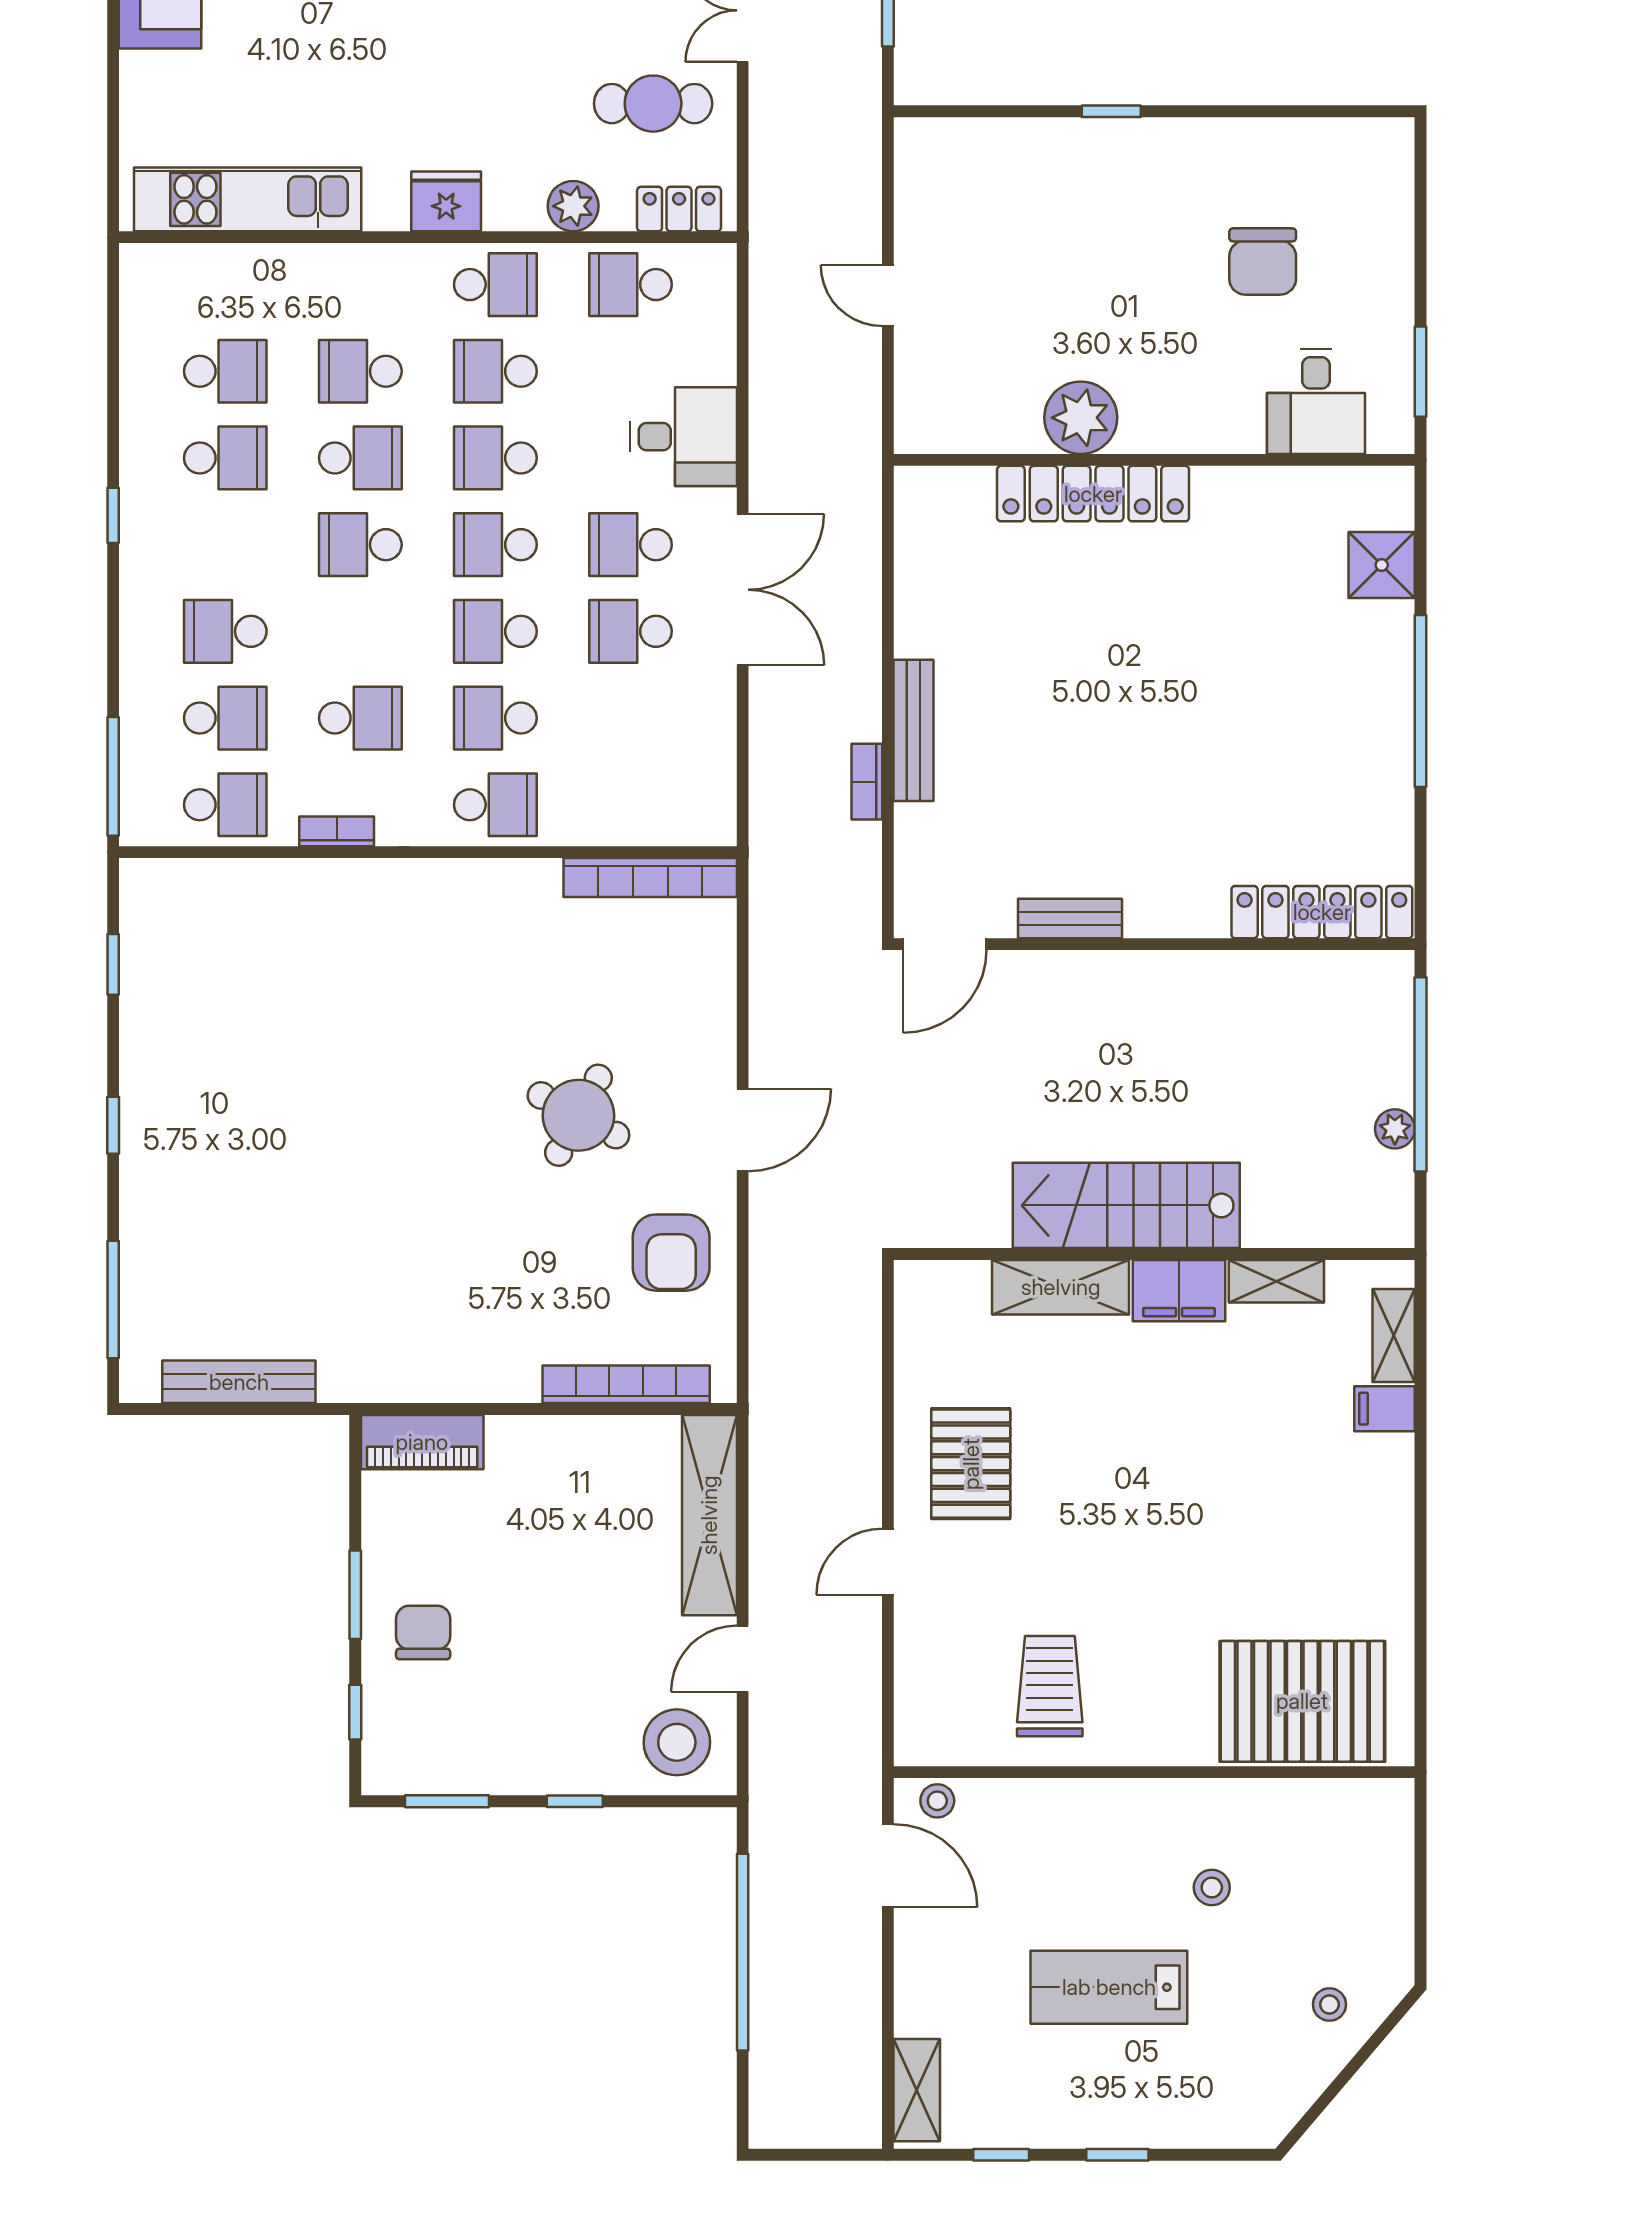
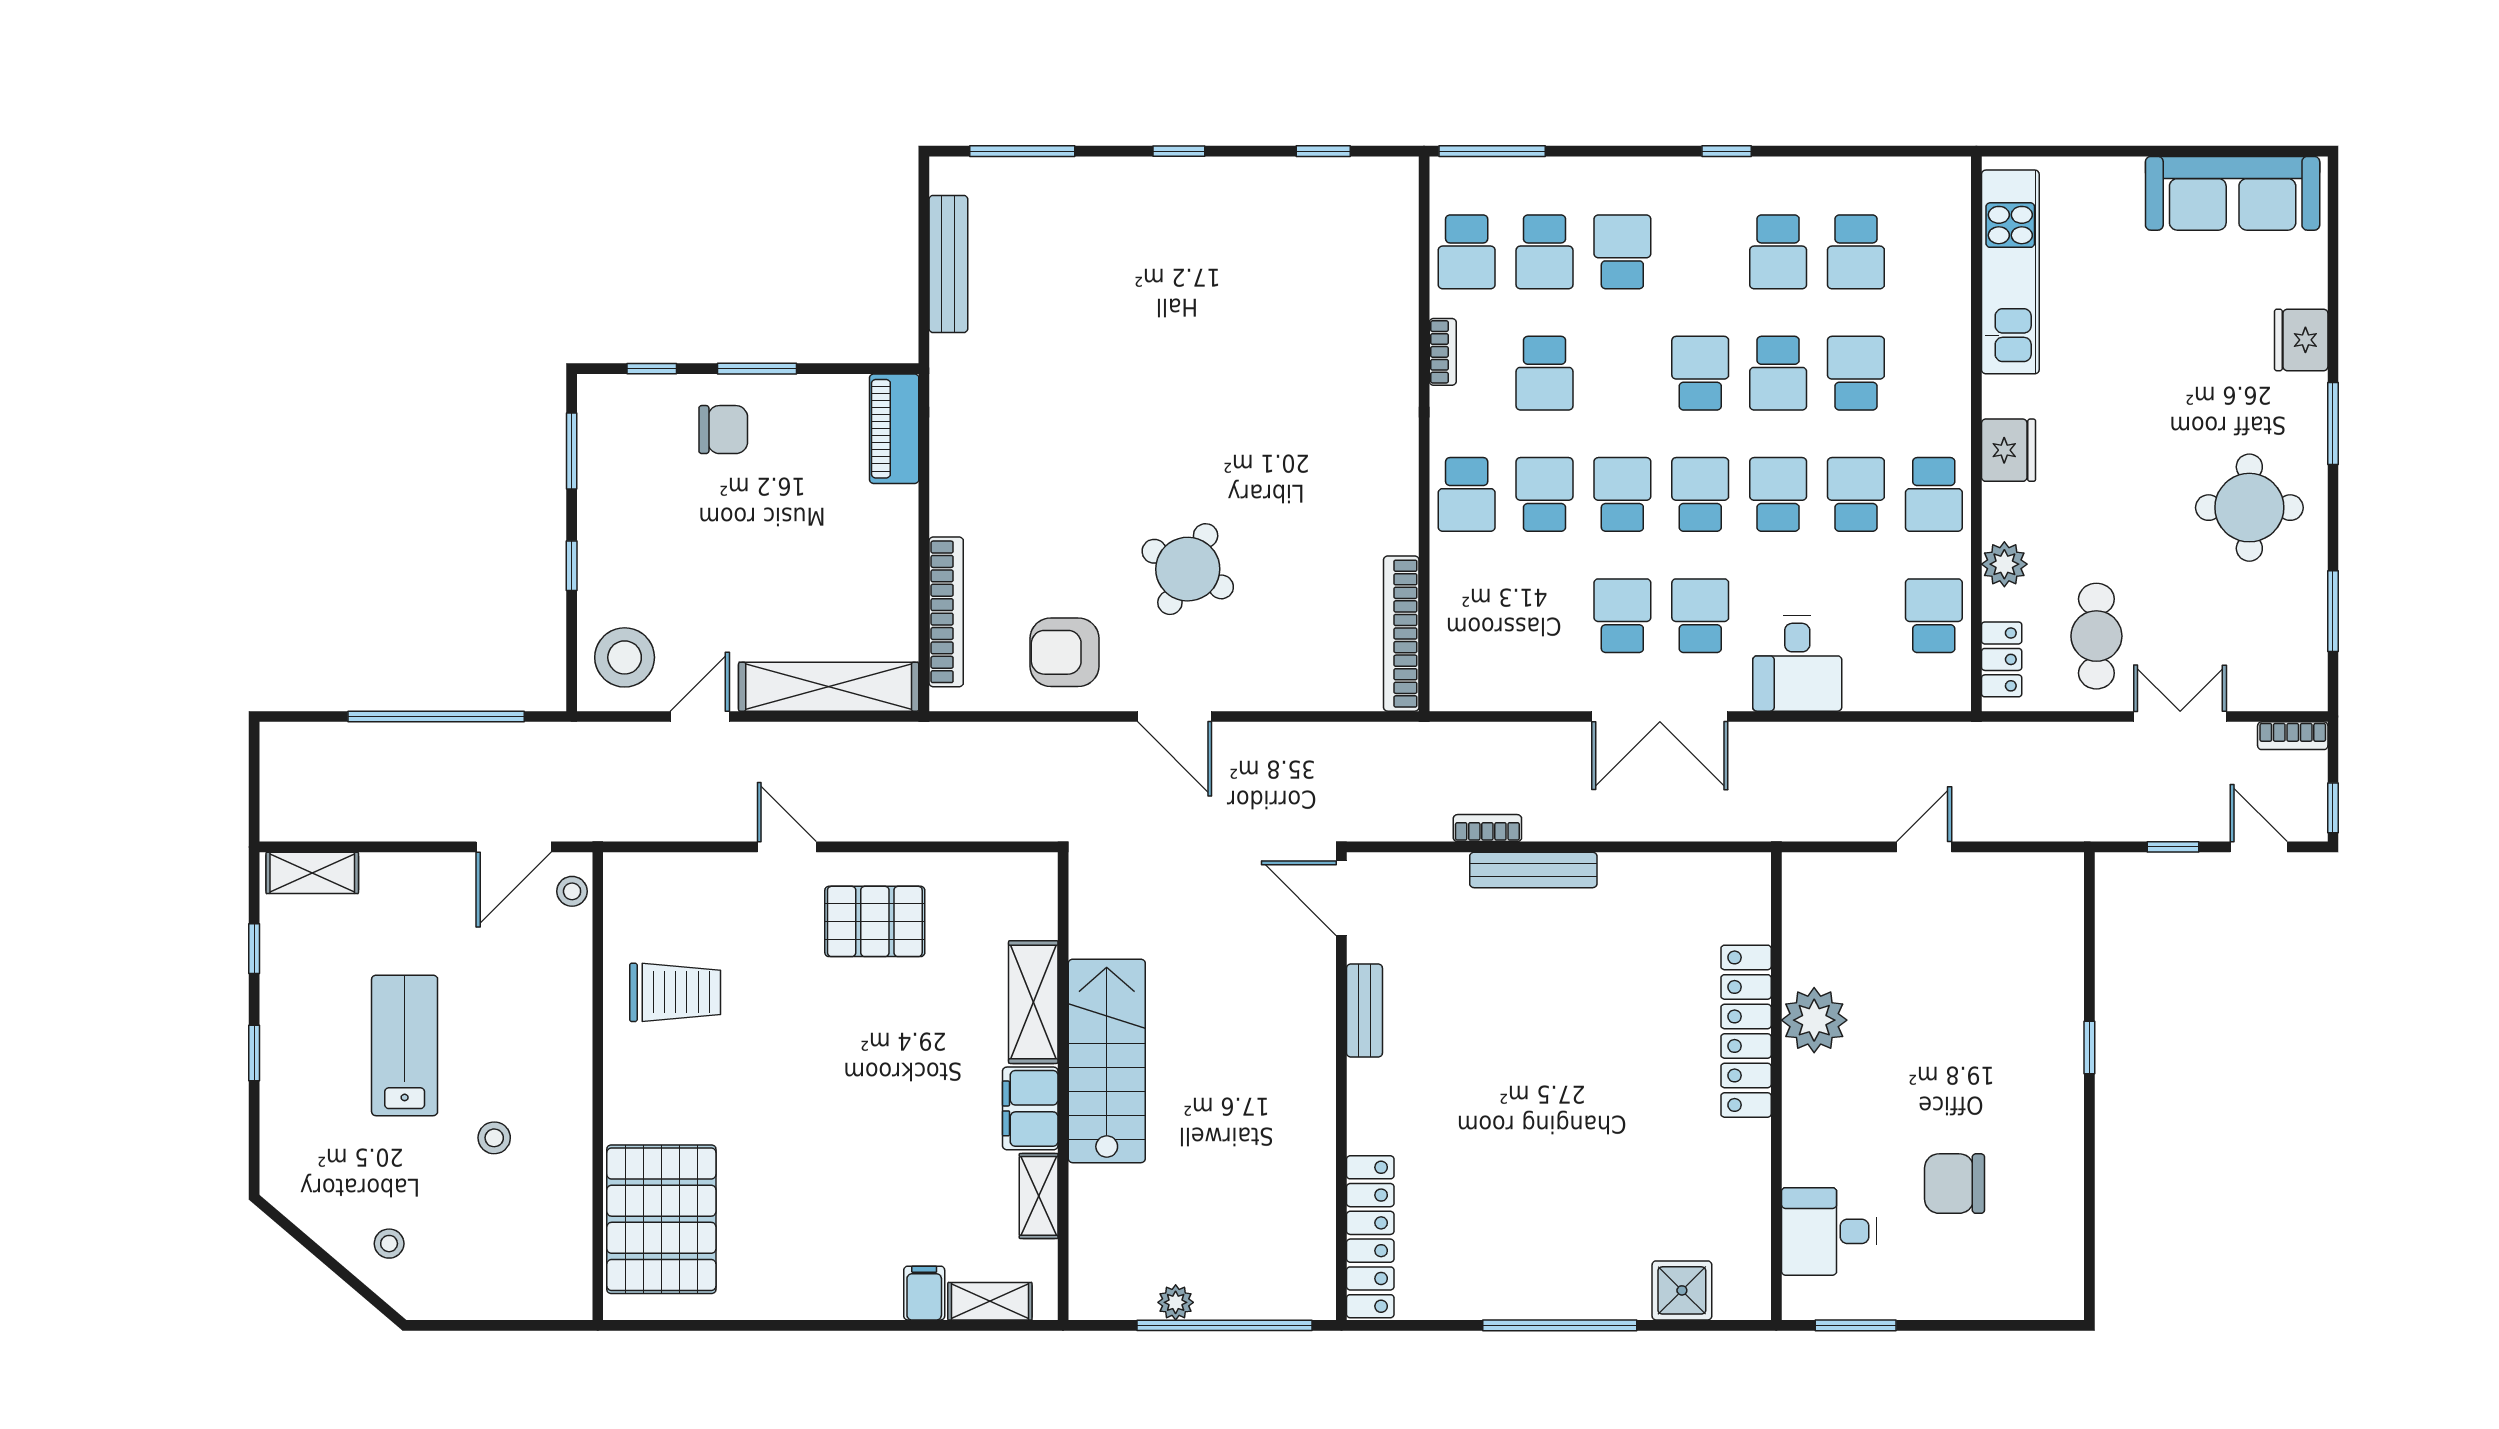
door: (743, 1659) -> (700, 716), hinge flipped

